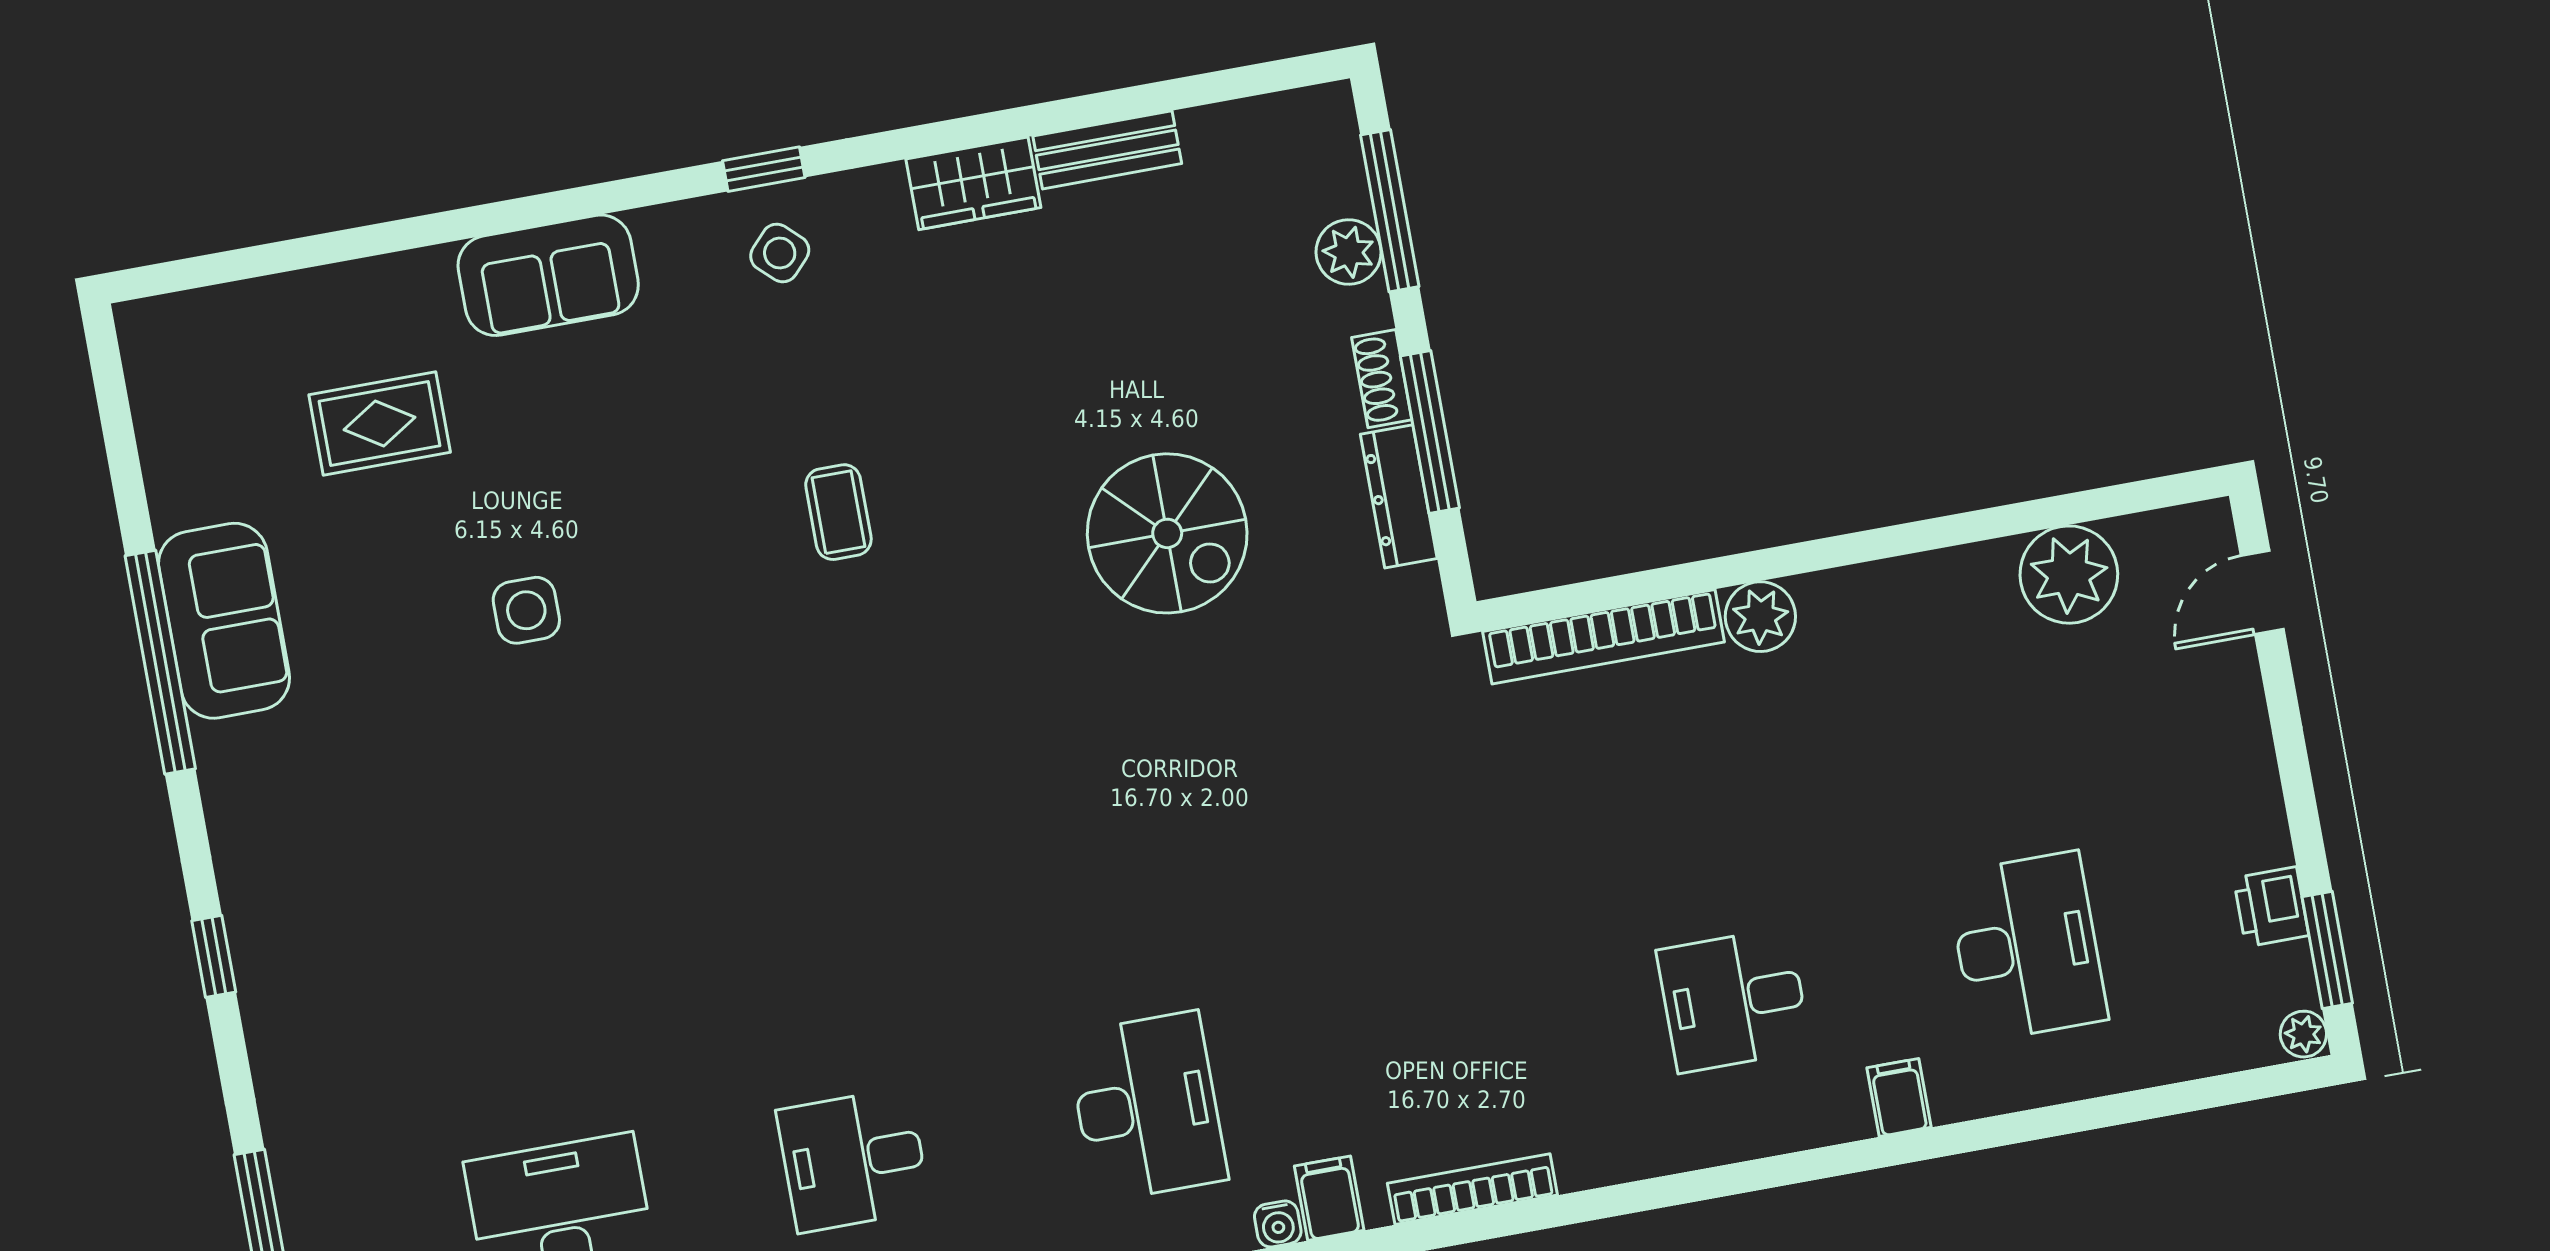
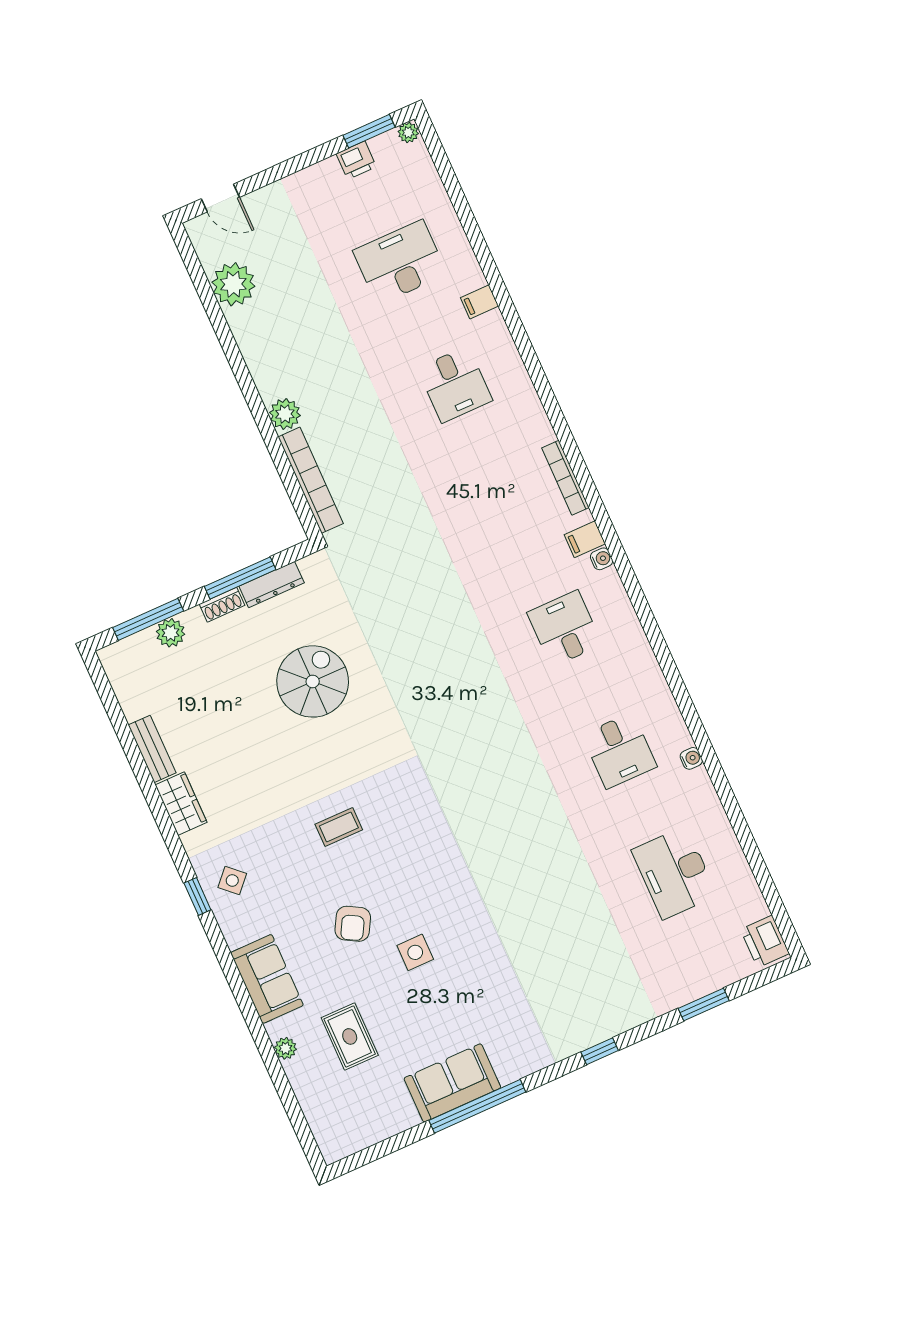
plant: (388, 278) -> (285, 1048), added
armchair: (622, 491) -> (353, 924), added
desk: (1147, 1107) -> (565, 629), width x0.73

